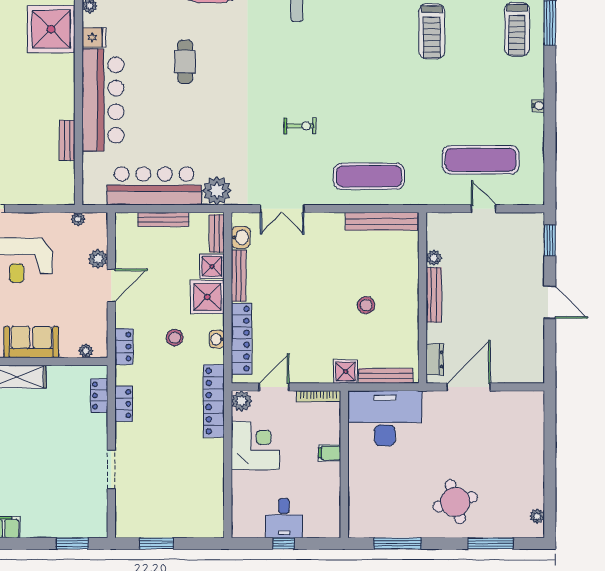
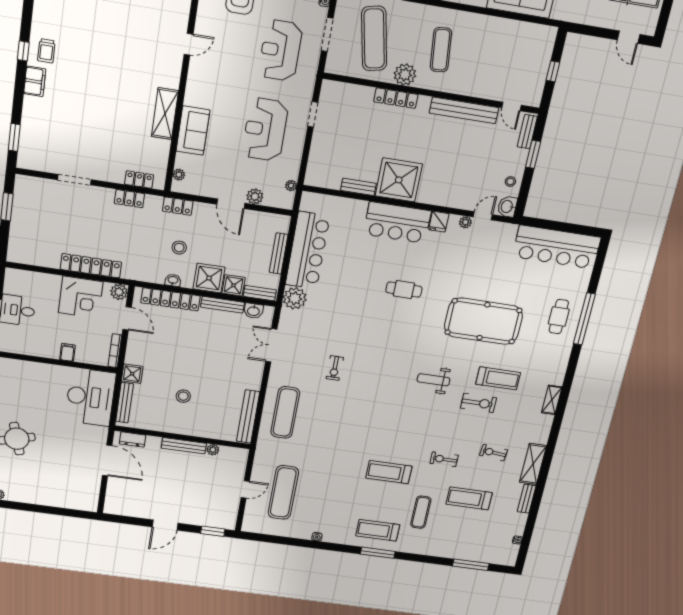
shower: (51, 29) -> (399, 180), moved
bar counter: (103, 100) -> (397, 223), width x0.73
locker: (214, 401) -> (91, 266), moved

